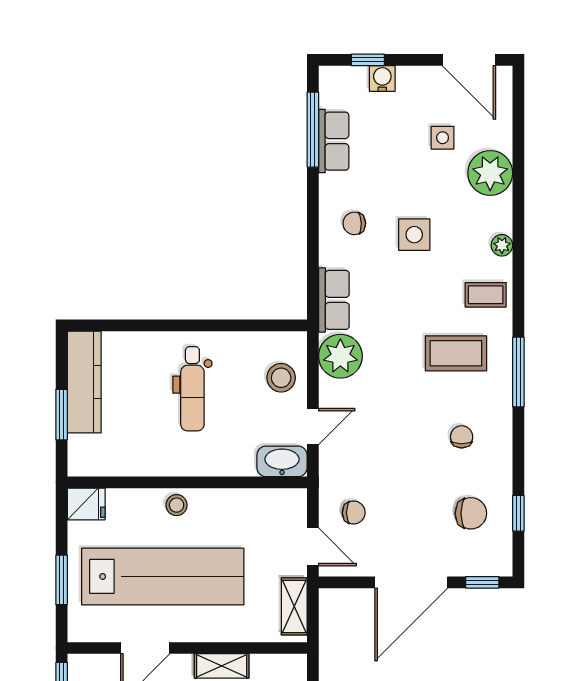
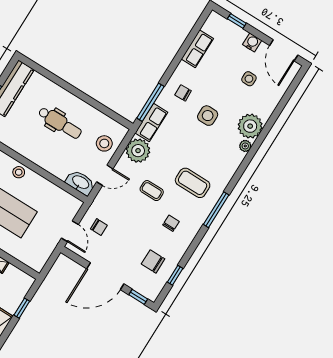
water cooler: (382, 78) -> (252, 42), moved
window: (313, 130) -> (150, 102), moved
plant: (490, 173) -> (250, 126), moved
coffee table: (486, 295) -> (152, 191), moved
dental chair: (192, 389) -> (60, 123), turned -90
chair: (471, 513) -> (153, 261), turned 180
shelving: (294, 606) -> (44, 253), removed

